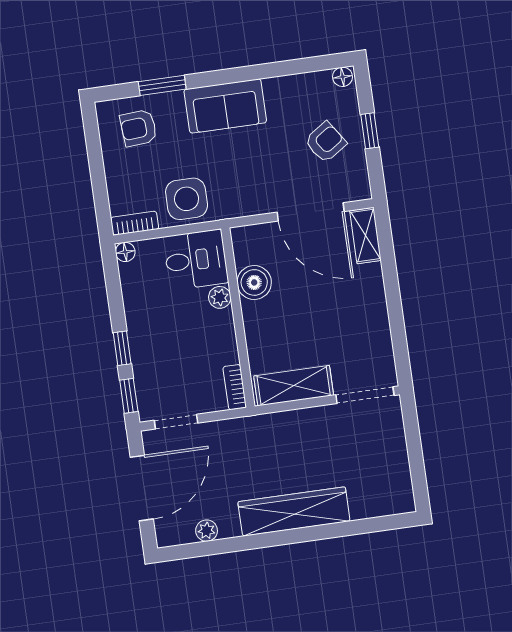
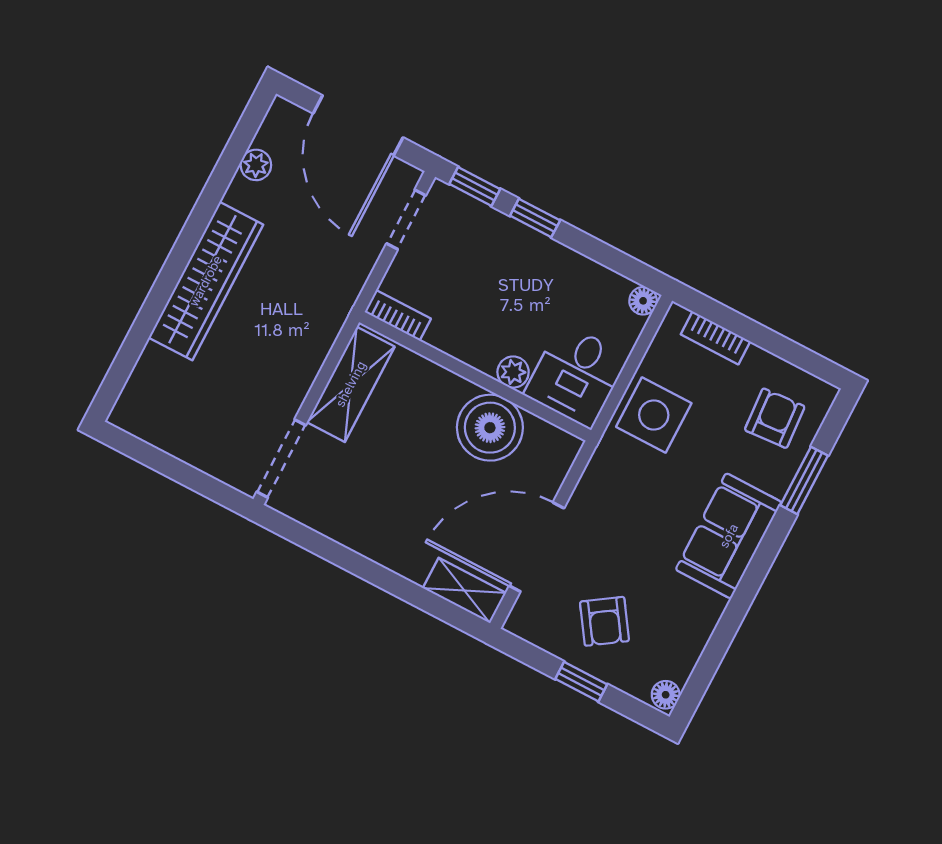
bookcase: (135, 223) -> (715, 338), moved, turned 90
boiler: (254, 282) -> (490, 428), width x1.37, depth x1.37

